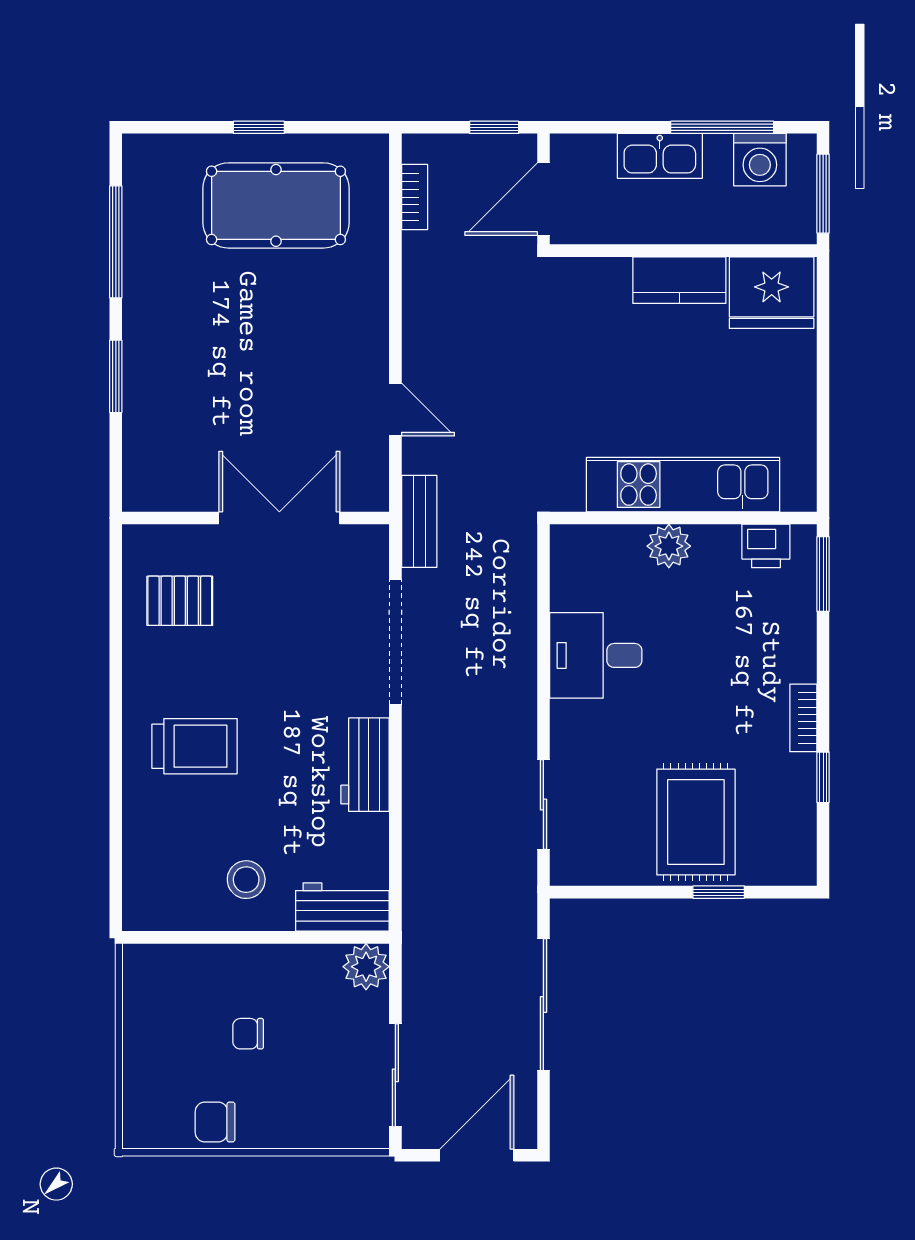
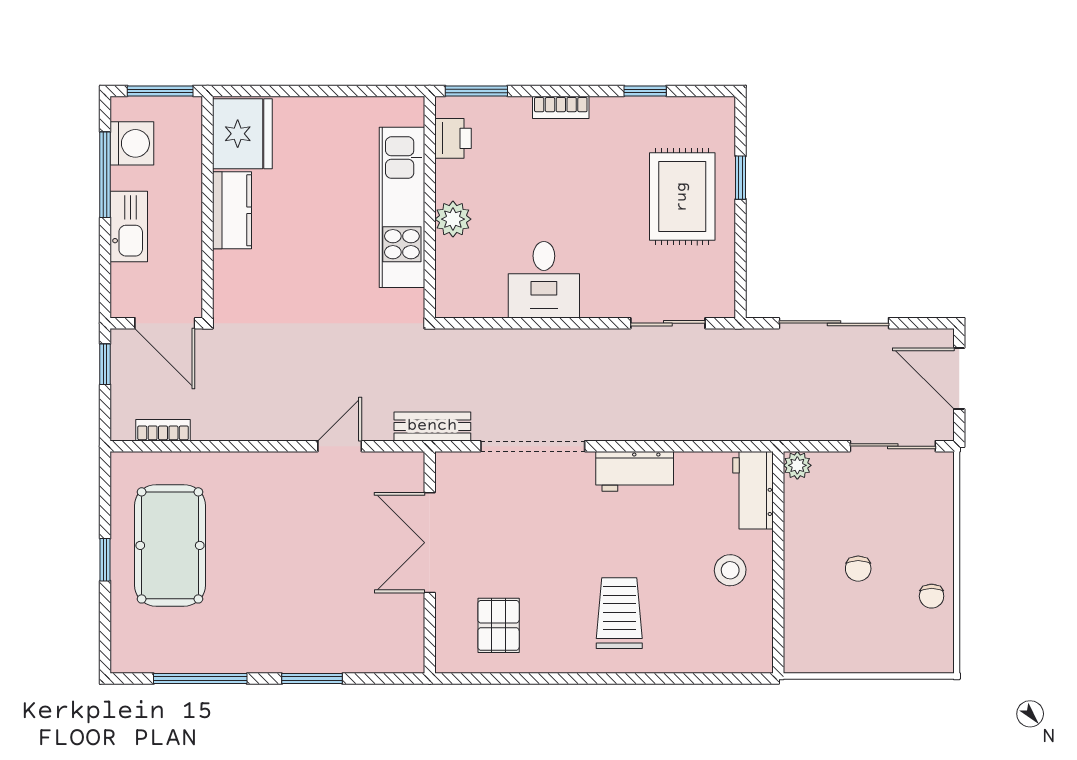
bookcase: (803, 718) -> (561, 107), moved
rug: (696, 822) -> (682, 197), turned 90
plant: (366, 967) -> (797, 465), width x0.73, depth x0.73
chair: (215, 1122) -> (932, 596), width x0.73, depth x0.73

